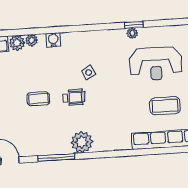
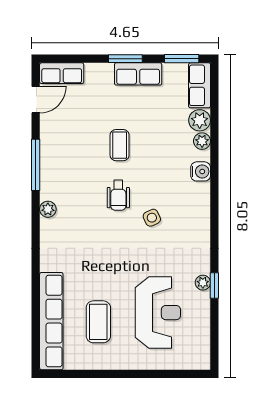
reception desk: (156, 64) -> (158, 313), turned 180
plant: (82, 142) -> (48, 209), width x0.53, depth x0.53

